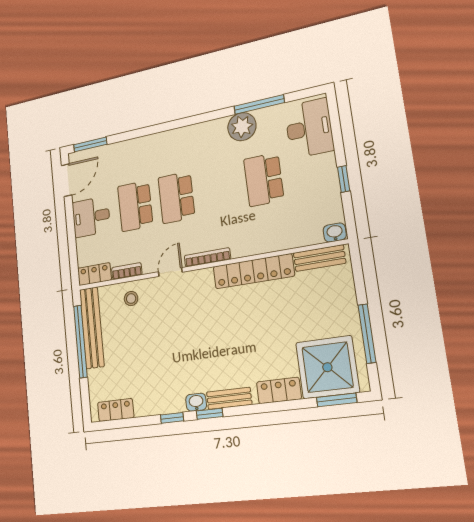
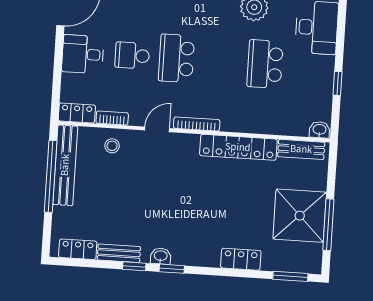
school desk: (135, 206) -> (132, 55), width x0.54
shower: (327, 367) -> (300, 216), moved
bench: (229, 398) -> (119, 253), moved

